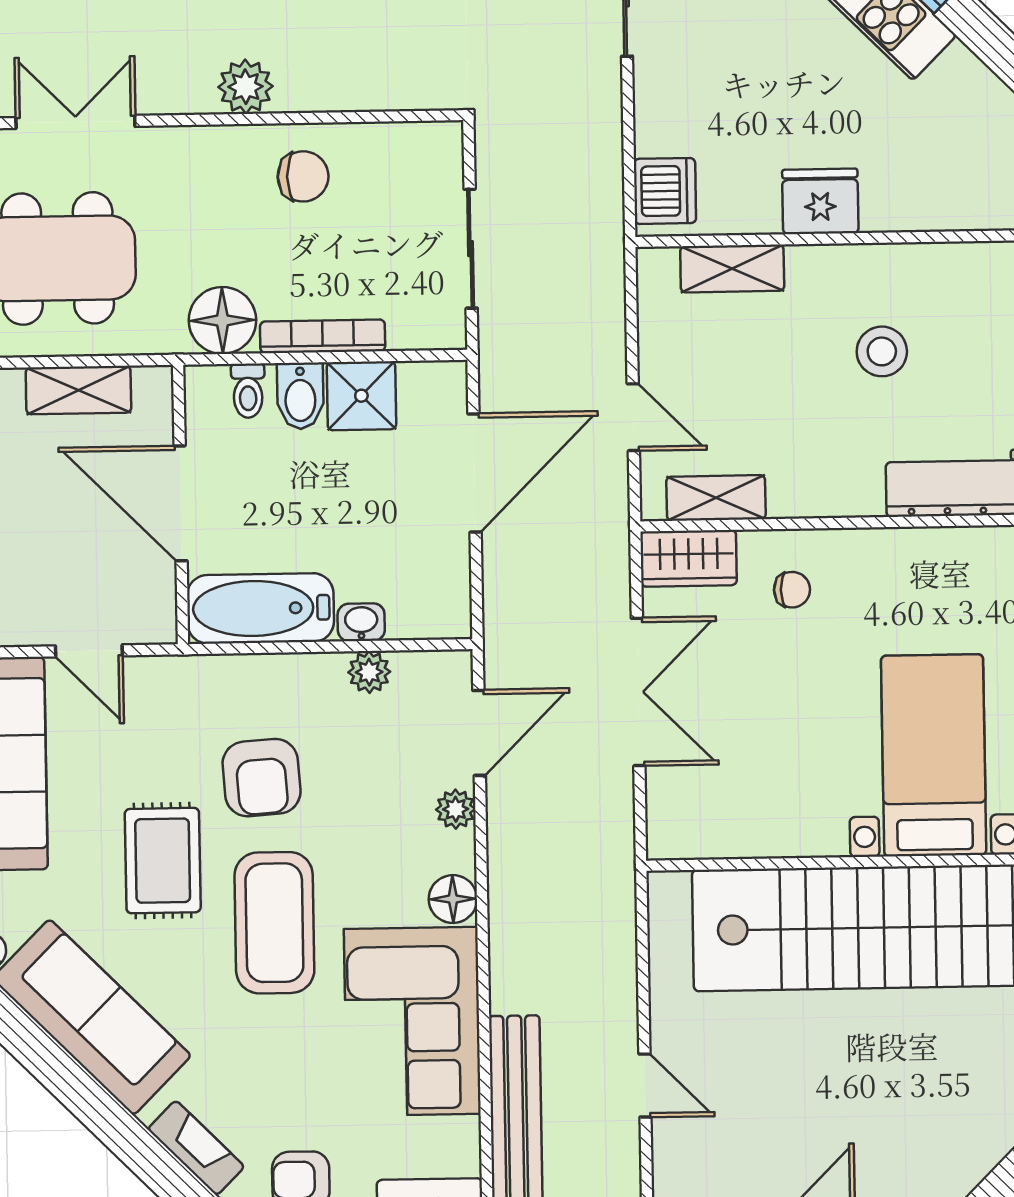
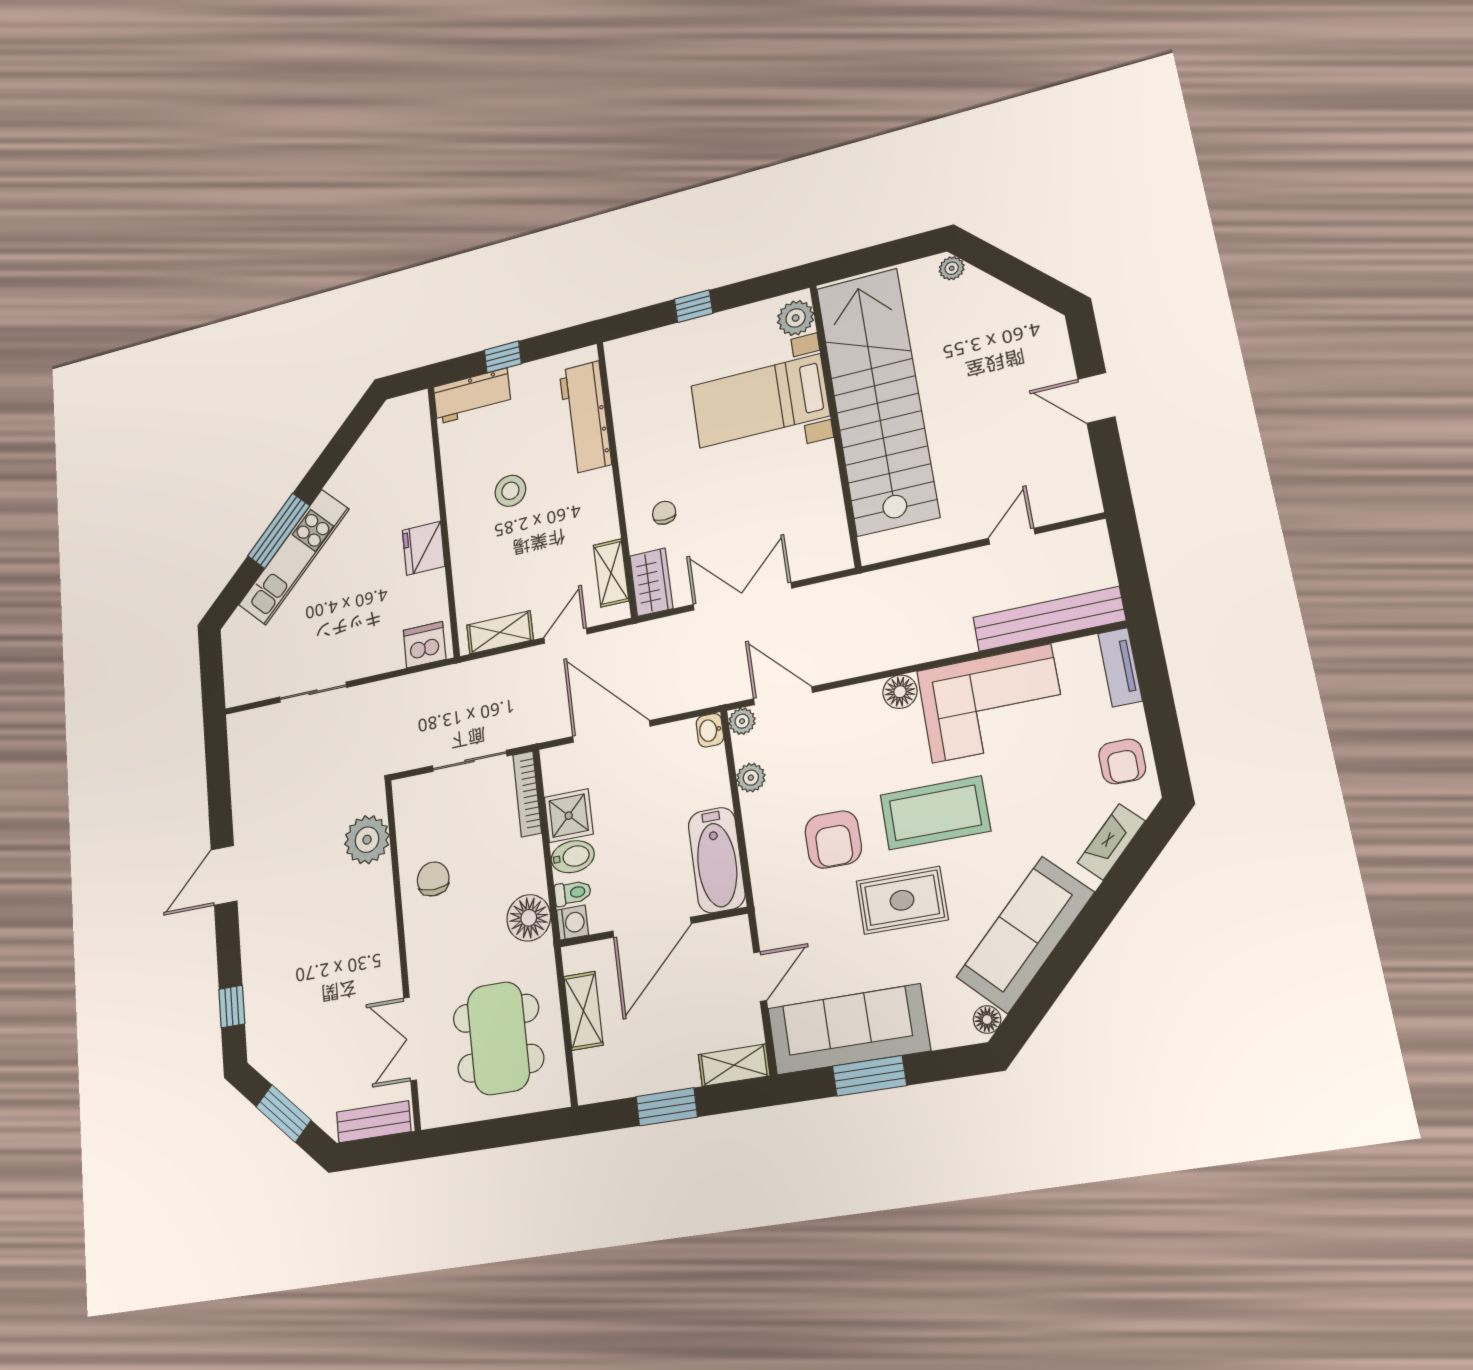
plant: (246, 87) -> (367, 840), moved, width x1.36, depth x1.36
shelving: (732, 268) -> (500, 632), moved, turned 90
bookcase: (323, 336) -> (527, 794), moved
washing machine: (205, 386) -> (572, 923), added
washbasin: (361, 622) -> (710, 730), moved
armchair: (262, 778) -> (833, 840), turned 94
plant: (456, 809) -> (742, 721), moved

